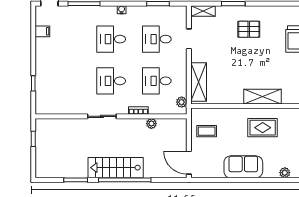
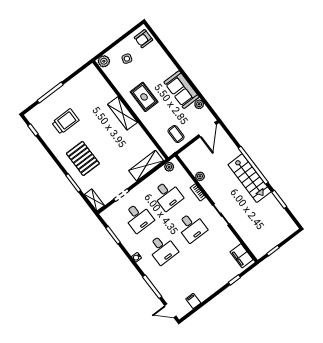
pallet: (249, 29) -> (83, 158), width x1.50, depth x1.42
filing cabinet: (50, 107) -> (242, 256), added
plant: (285, 173) -> (199, 104), moved

